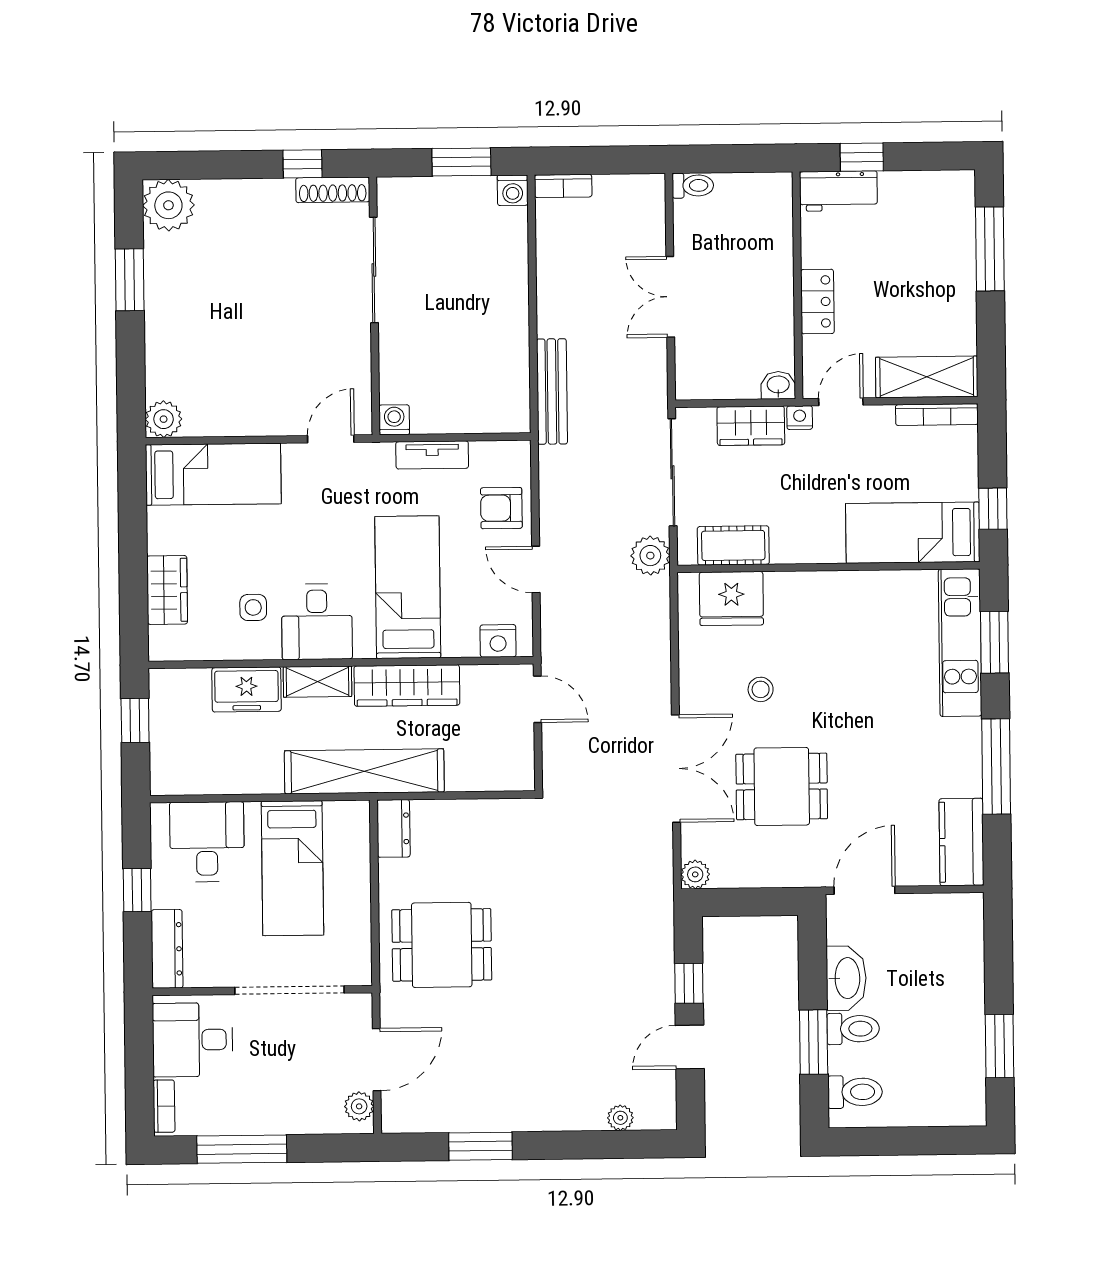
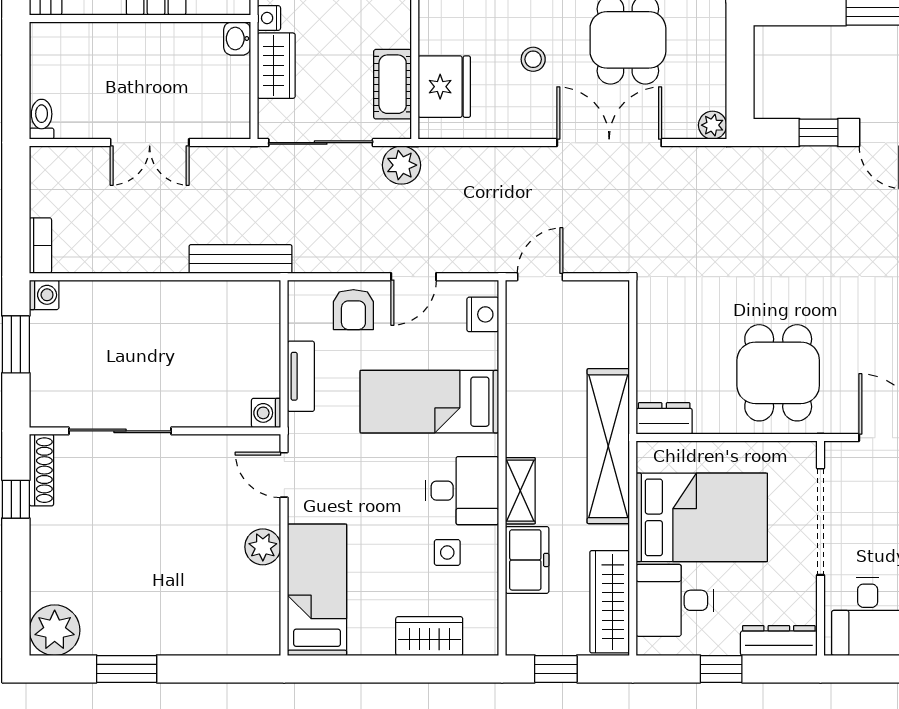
plant: (164, 419) -> (263, 547), moved
wardrobe: (407, 686) -> (610, 602), moved, turned 180
bed: (292, 868) -> (702, 517), width x1.50

